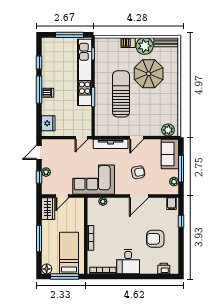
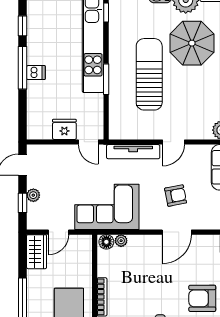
fridge: (48, 123) -> (64, 129), moved, turned -90
door: (82, 138) -> (88, 142), hinge flipped
floor lamp: (93, 202) -> (106, 242), added

